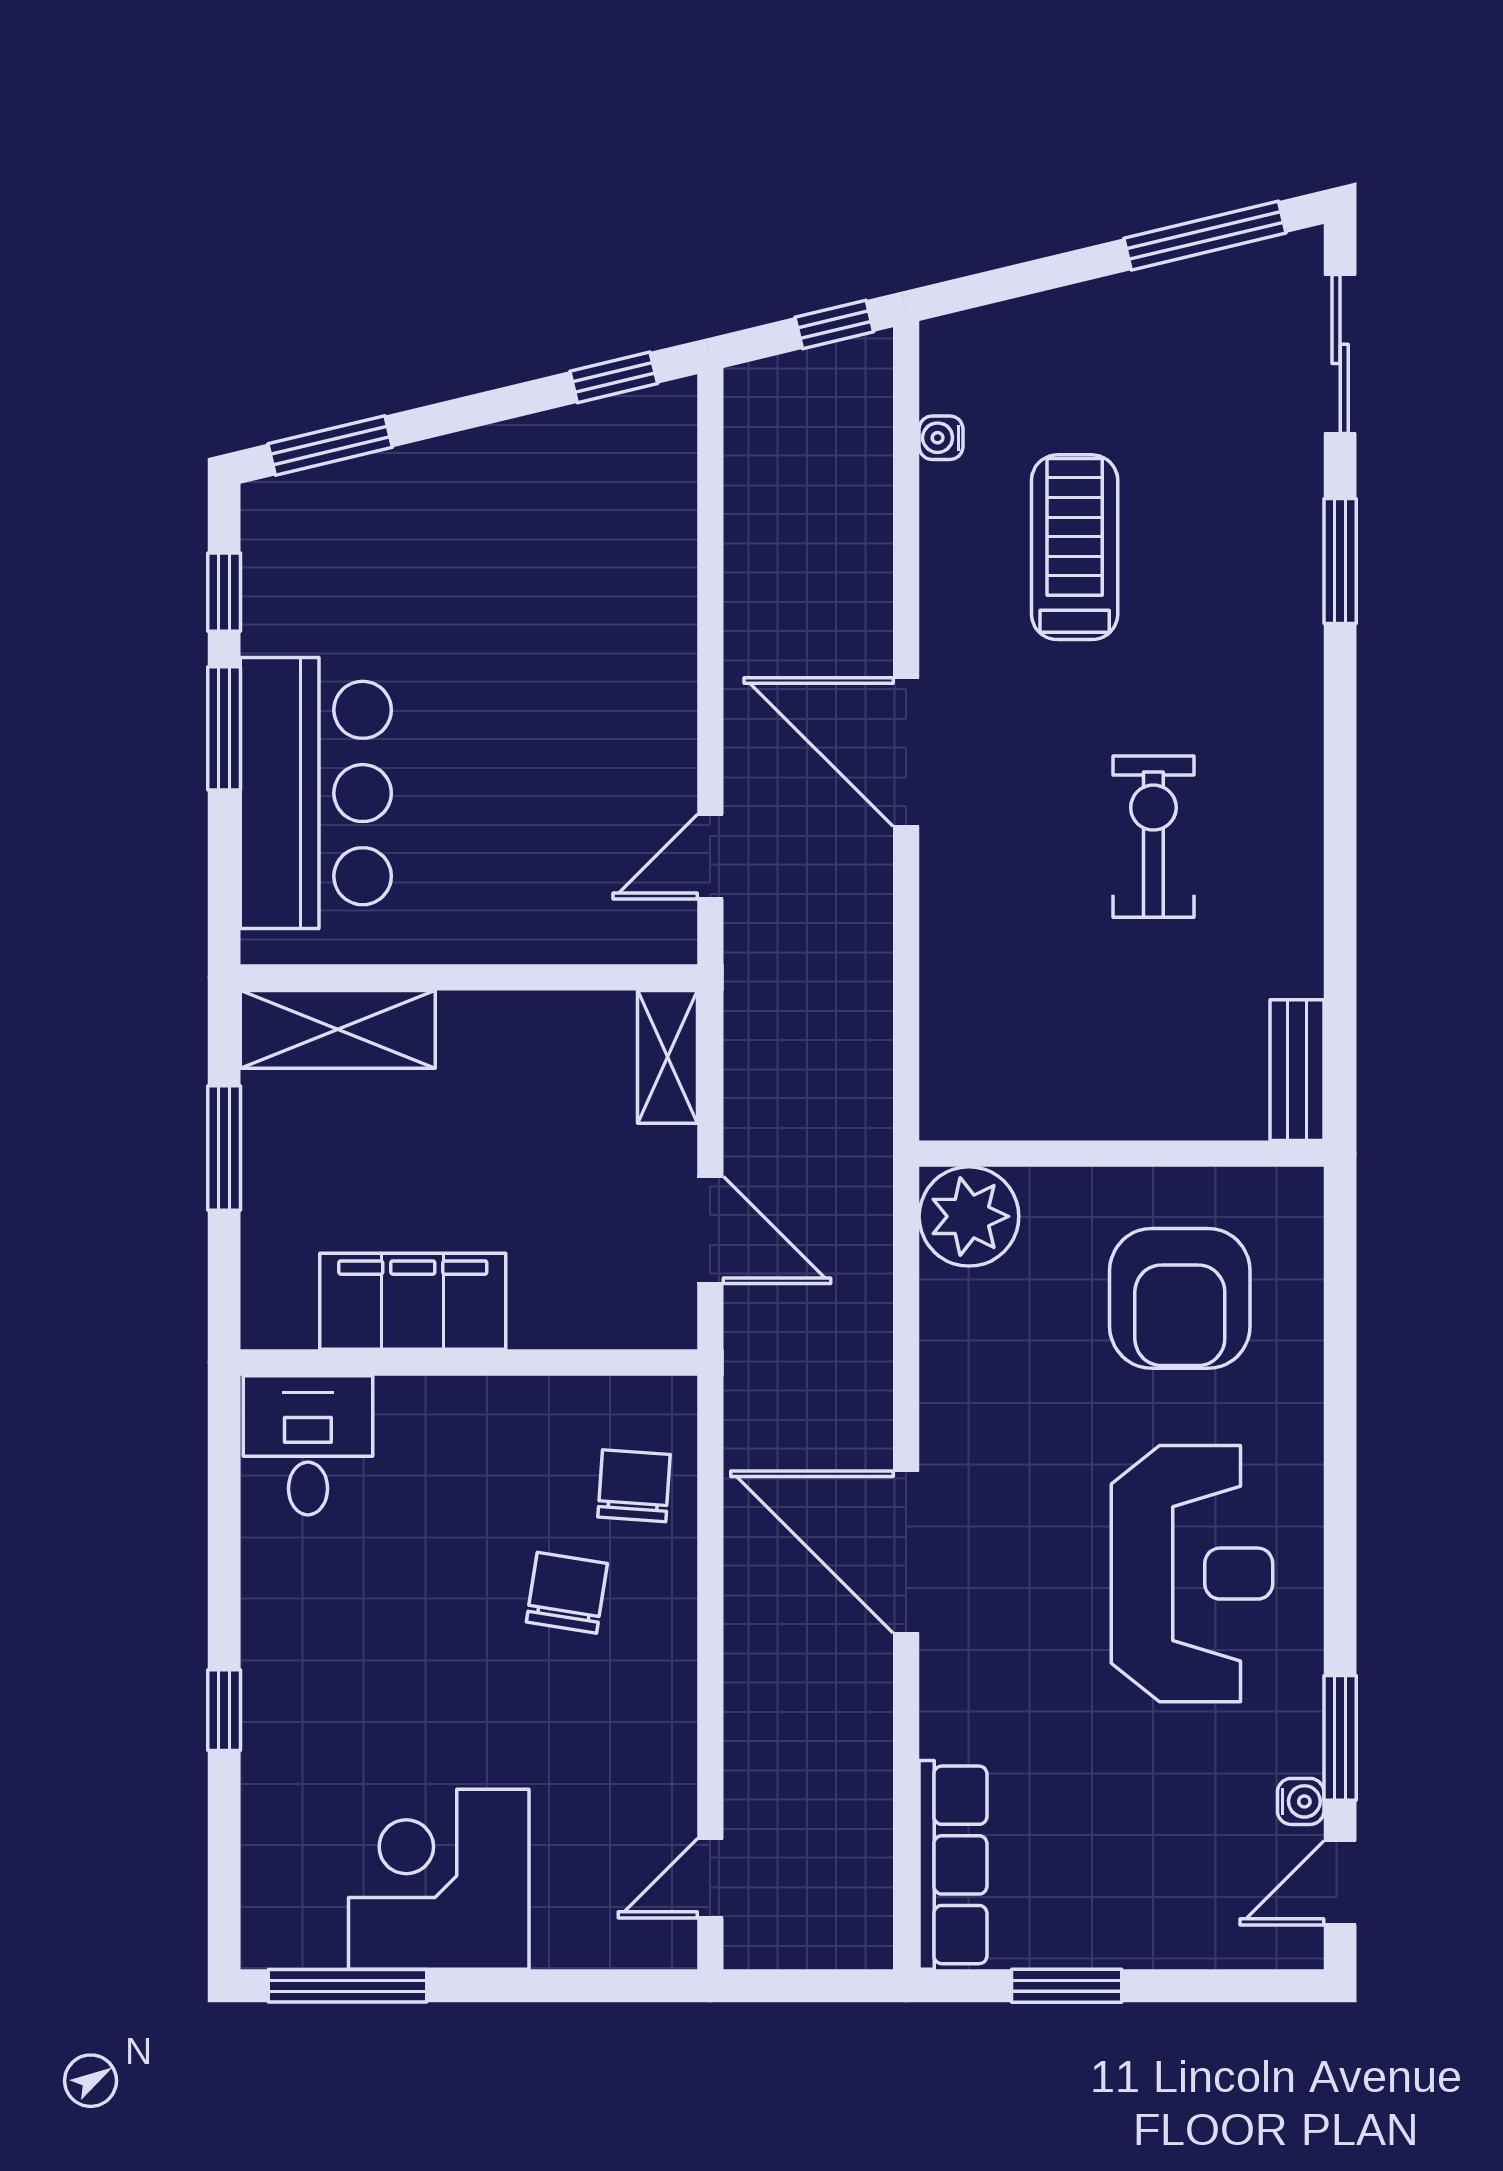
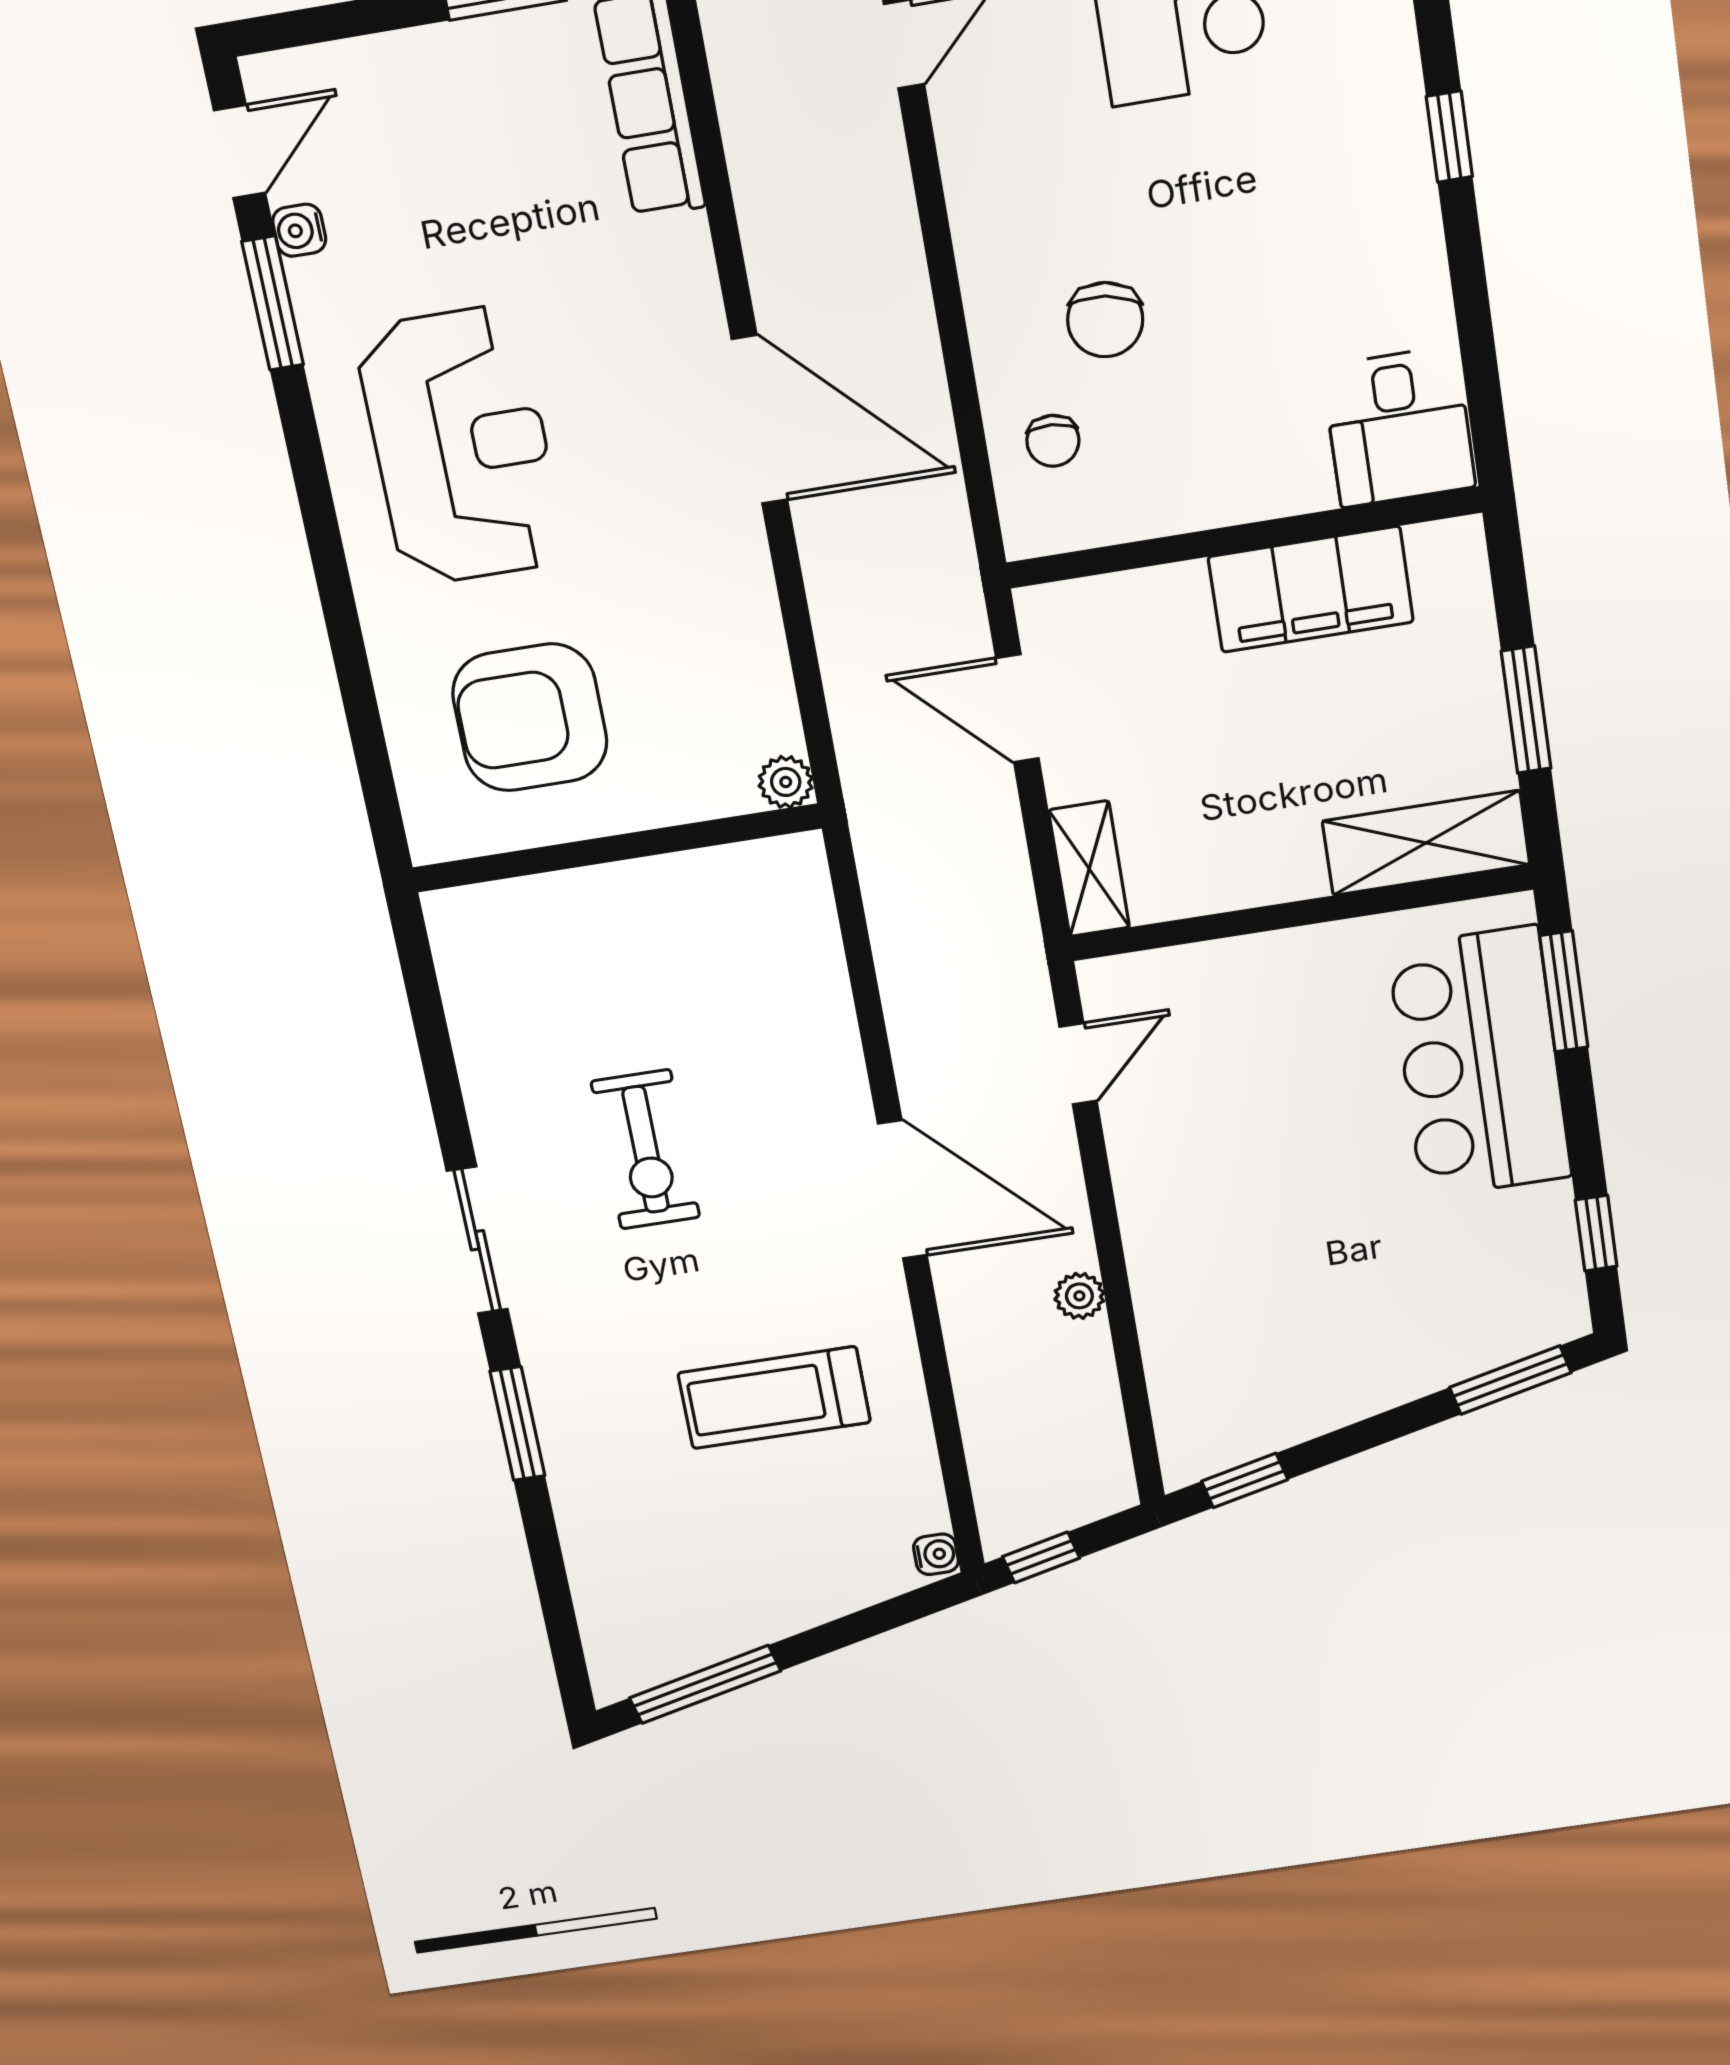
sliding door: (1340, 354) -> (477, 1240), moved
water cooler: (941, 438) -> (936, 1554), moved
treadmill: (1075, 547) -> (774, 1398), turned 90
plant: (749, 608) -> (1079, 1296), added
window: (224, 728) -> (1564, 991), moved
bench: (1297, 1070) -> (459, 955), removed
plant: (969, 1216) -> (786, 782), width x0.53, depth x0.53
armchair: (1180, 1298) -> (530, 717), turned -90
chair: (634, 1486) -> (1053, 441), width x0.73, depth x0.73
reception desk: (1192, 1574) -> (461, 446), turned 180

